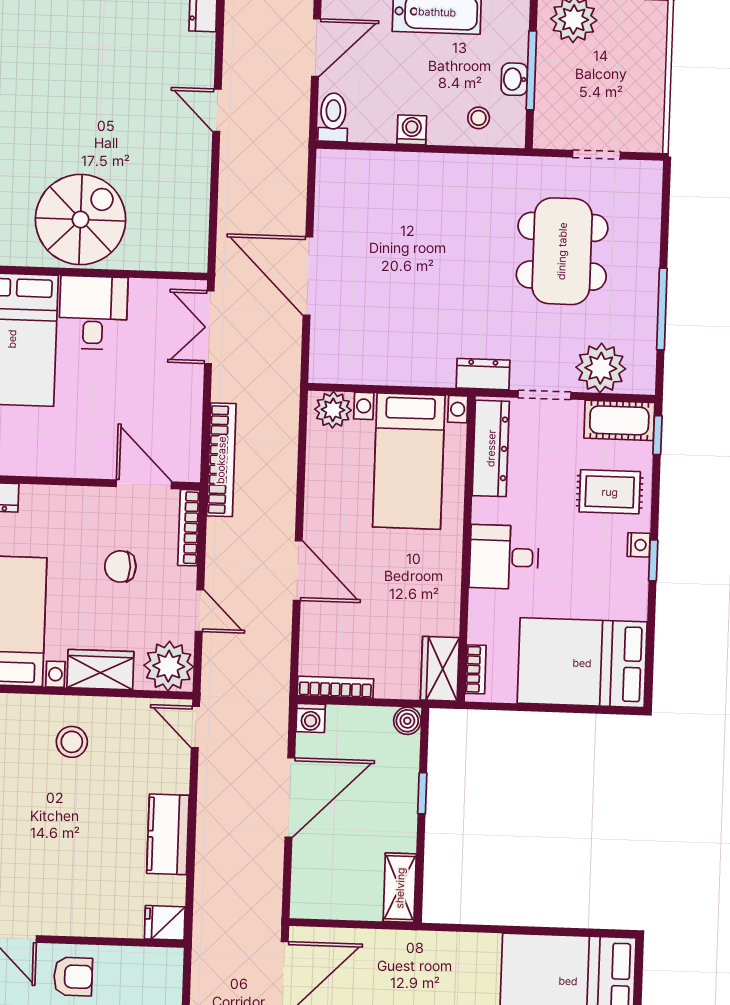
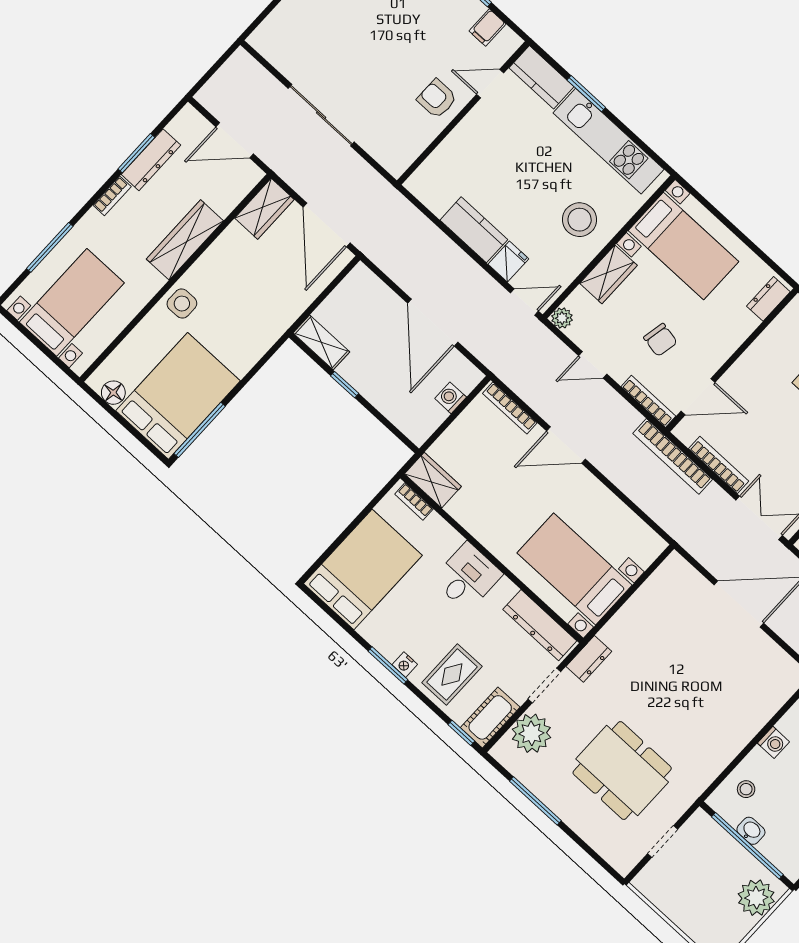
window: (531, 70) -> (747, 846), width x1.46
bookcase: (192, 409) -> (719, 465), added
plant: (333, 410) -> (645, 550), removed
window: (653, 560) -> (388, 665), width x1.50
chair: (120, 566) -> (660, 340), turned 101
plant: (169, 666) -> (562, 318), width x0.53, depth x0.53
bookcase: (335, 687) -> (510, 408), moved, turned 90
washing machine: (311, 718) -> (451, 398), moved
boiler: (407, 721) -> (418, 433), removed
stool: (72, 742) -> (580, 220), width x1.38, depth x1.38
window: (422, 793) -> (345, 385), moved
fridge: (165, 923) -> (508, 262), moved
window: (583, 932) -> (200, 430), added
armchair: (73, 977) -> (437, 99), turned 90

